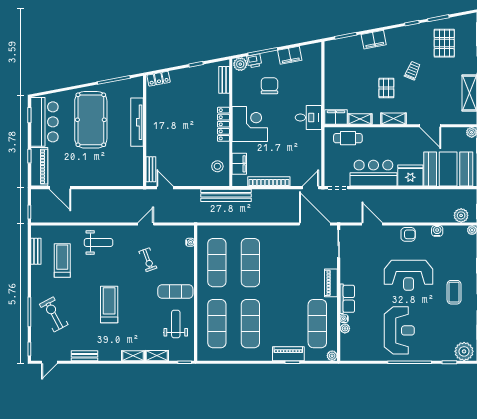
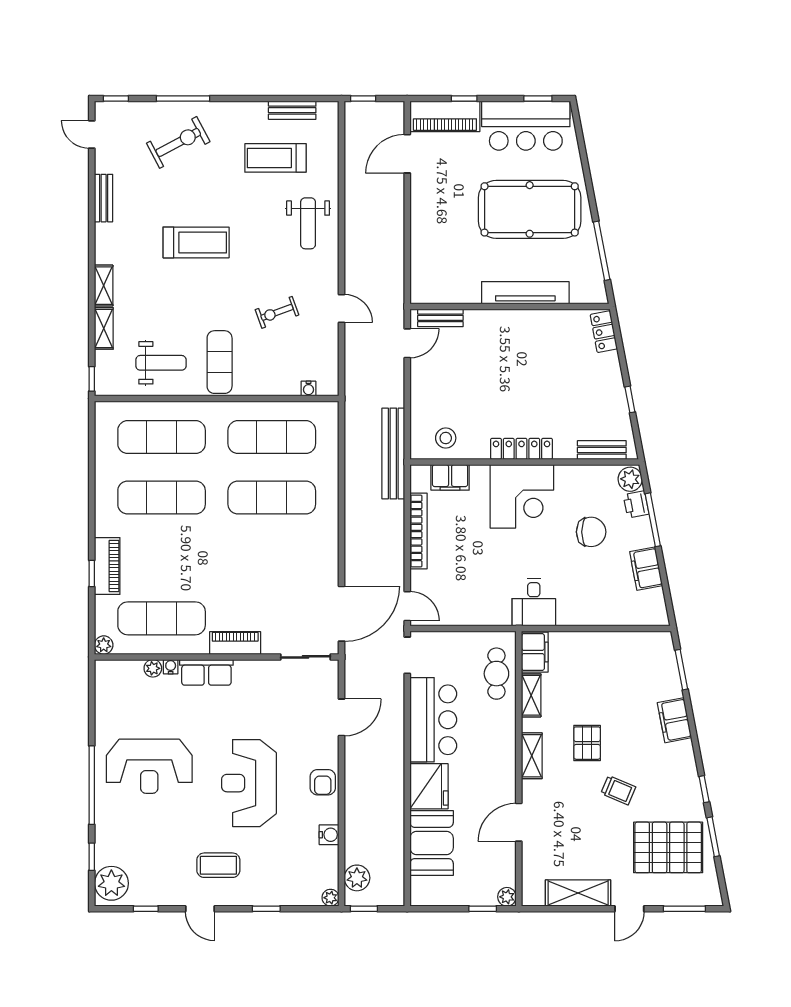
pallet: (444, 43) -> (668, 847), width x1.37, depth x1.41
pallet: (386, 88) -> (587, 743), turned 90
booth: (448, 169) -> (432, 843), width x0.73, depth x0.70
treadmill: (62, 261) -> (275, 158), turned 180

